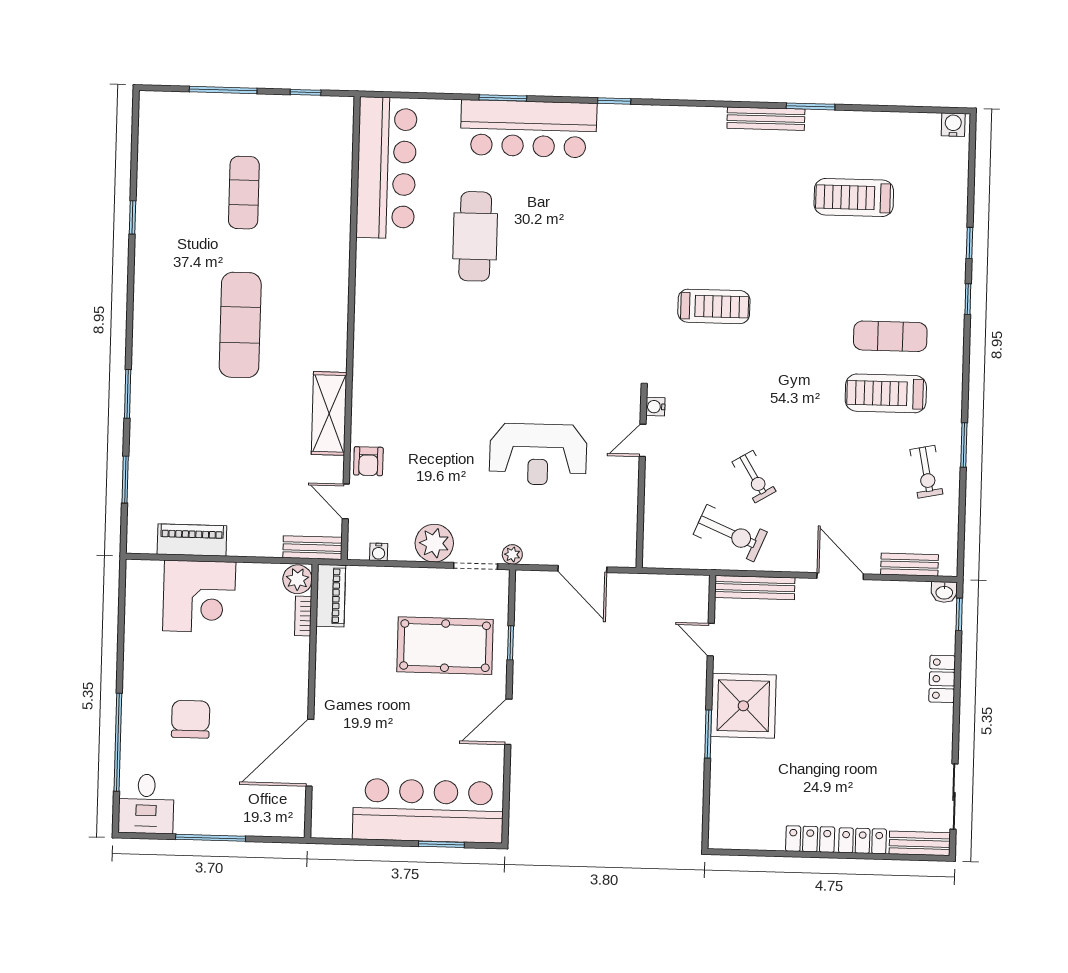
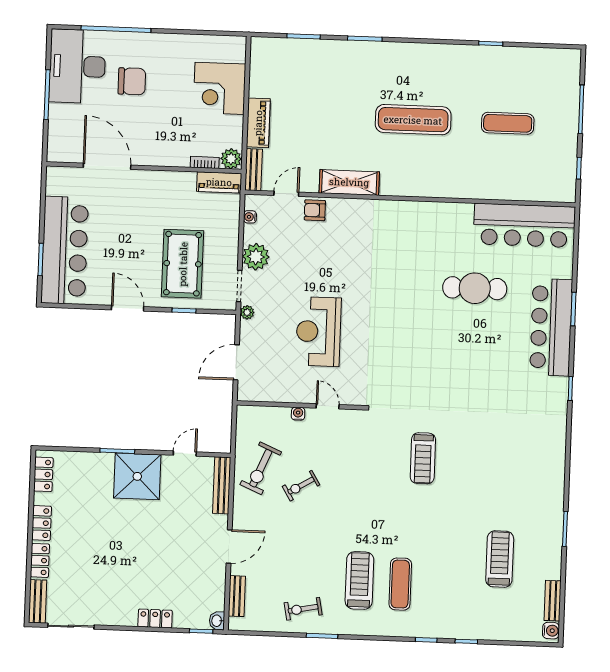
bench: (766, 119) -> (553, 601), moved, width x0.73
water cooler: (655, 407) -> (298, 414), moved
piano: (192, 540) -> (258, 123), moved
desk: (146, 804) -> (77, 66), width x1.87, depth x1.30
locker: (742, 837) -> (43, 474), added

